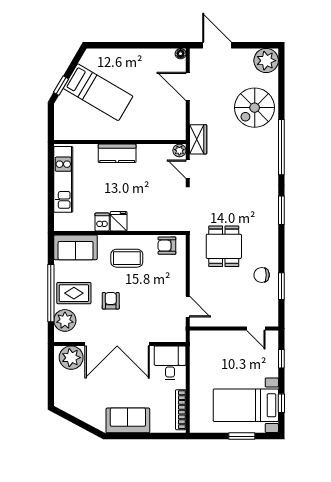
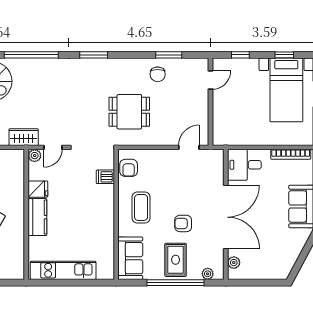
fridge: (119, 221) -> (38, 189), moved, turned 180
dishwasher: (102, 222) -> (105, 177), moved
plant: (65, 320) -> (208, 274), width x0.53, depth x0.53
plant: (71, 358) -> (234, 263), width x0.53, depth x0.53

